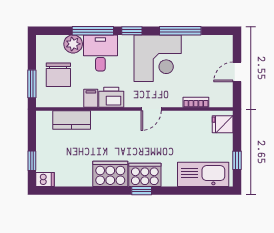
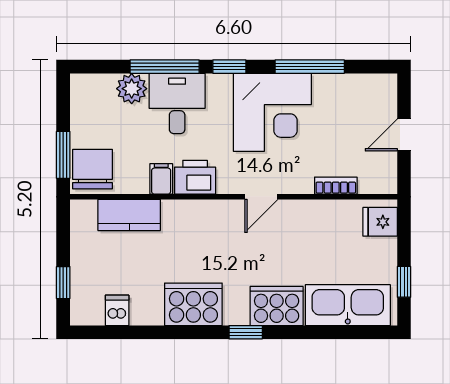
chair: (58, 75) -> (93, 169), moved, turned 180
cooker: (145, 175) -> (277, 306), moved
dishwasher: (45, 180) -> (117, 310), moved, turned -90

